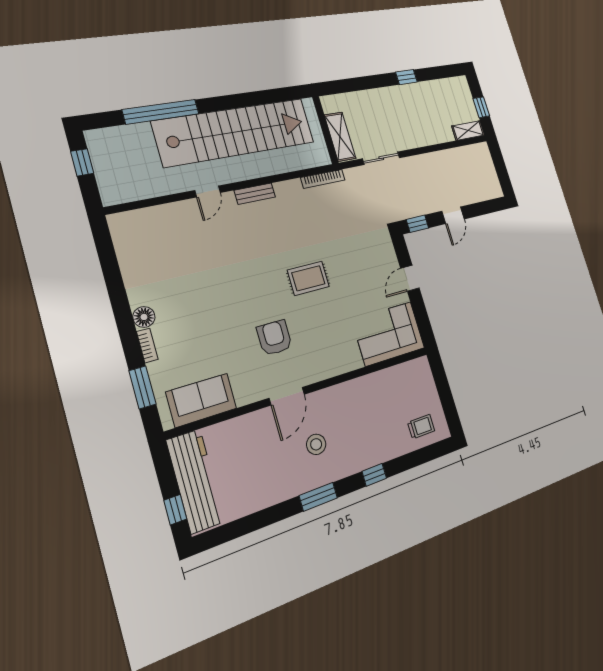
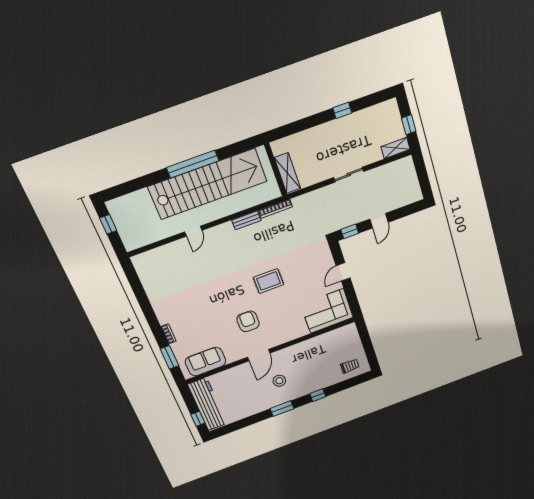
window: (161, 112) -> (193, 164), moved
sliding door: (381, 158) -> (349, 175), moved
bench: (255, 194) -> (246, 220), moved
floor lamp: (144, 317) -> (164, 317), removed

